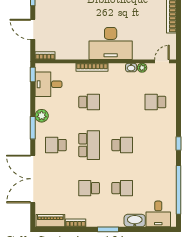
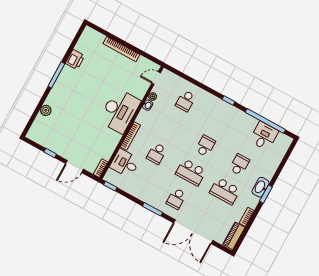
door: (162, 61) -> (156, 78), hinge flipped
desk: (48, 84) -> (125, 163), moved, turned 90
school desk: (89, 102) -> (157, 153), turned 180
plant: (42, 116) -> (147, 197), removed
school desk: (89, 145) -> (191, 172), turned 180
school desk: (89, 188) -> (225, 191), width x1.85
desk: (158, 214) -> (264, 136), moved, turned -90
washbasin: (135, 221) -> (261, 187), moved

